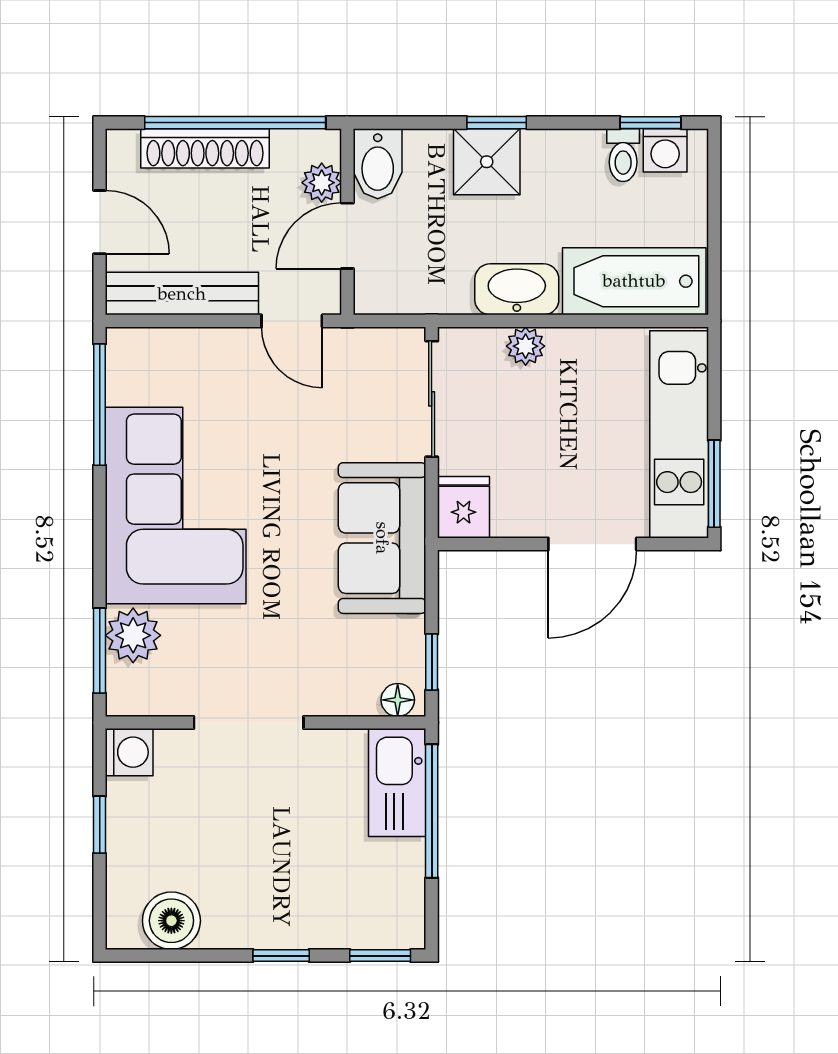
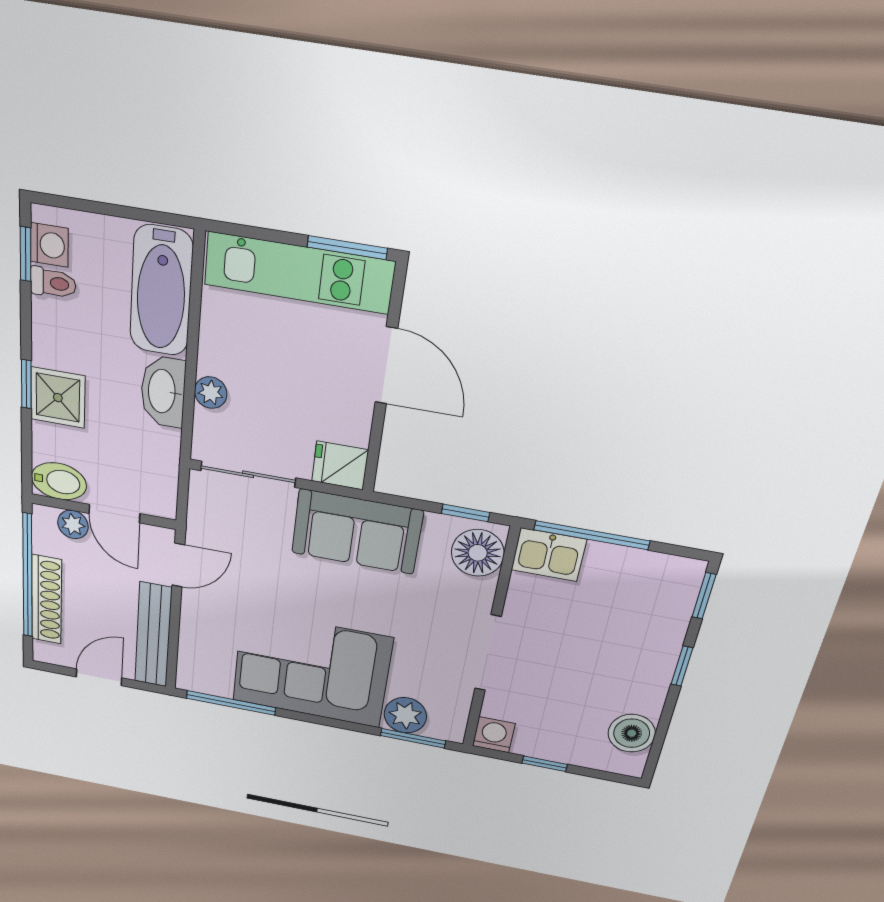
floor lamp: (398, 700) -> (478, 553), width x1.89, depth x1.89
kitchen sink: (397, 783) -> (549, 555), width x0.73

